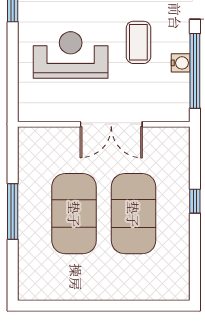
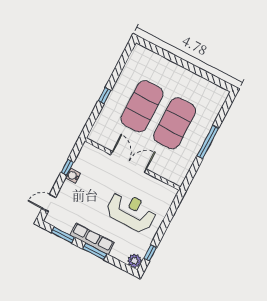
coffee table: (138, 42) -> (90, 199), removed
reception desk: (71, 55) -> (131, 212), turned 180
window: (195, 71) -> (67, 167), width x0.32

